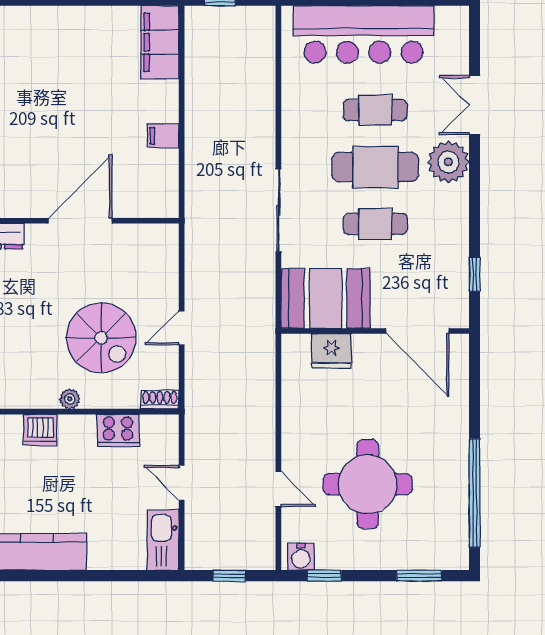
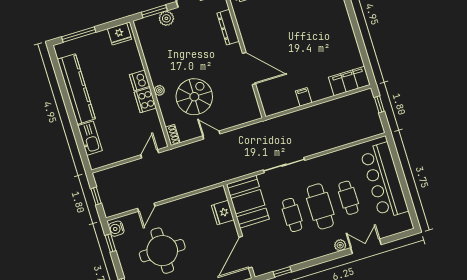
plant: (448, 162) -> (340, 245), width x0.53, depth x0.53
spiral stairs: (101, 338) -> (194, 97), turned 180
cooker: (118, 430) -> (145, 100), moved
door: (182, 483) -> (150, 154), moved
kitchen sink: (163, 540) -> (90, 138), moved, turned 90

